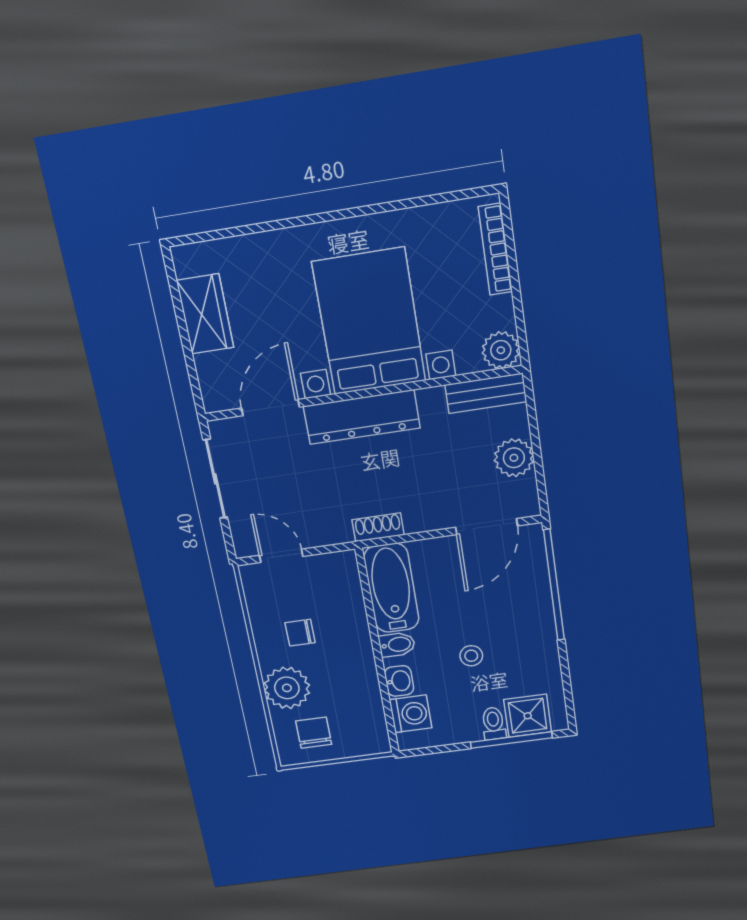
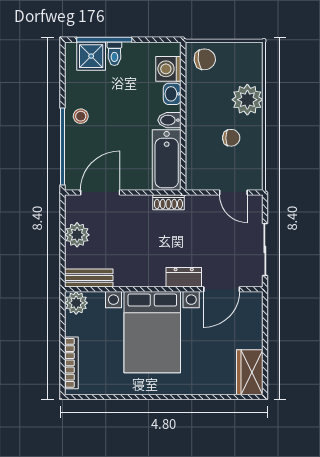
wardrobe: (205, 314) -> (250, 372), moved
dresser: (362, 417) -> (184, 277), width x0.51, depth x0.80
stool: (471, 656) -> (81, 116), moved
chair: (314, 733) -> (205, 59), moved, turned -97

